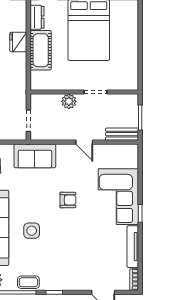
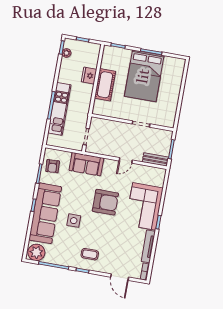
dresser: (37, 17) -> (107, 59), removed
plant: (69, 101) -> (119, 127), removed
door: (84, 142) -> (126, 160), hinge flipped
armchair: (68, 200) -> (105, 202), width x1.88, depth x1.88
coffee table: (28, 282) -> (90, 254), moved

